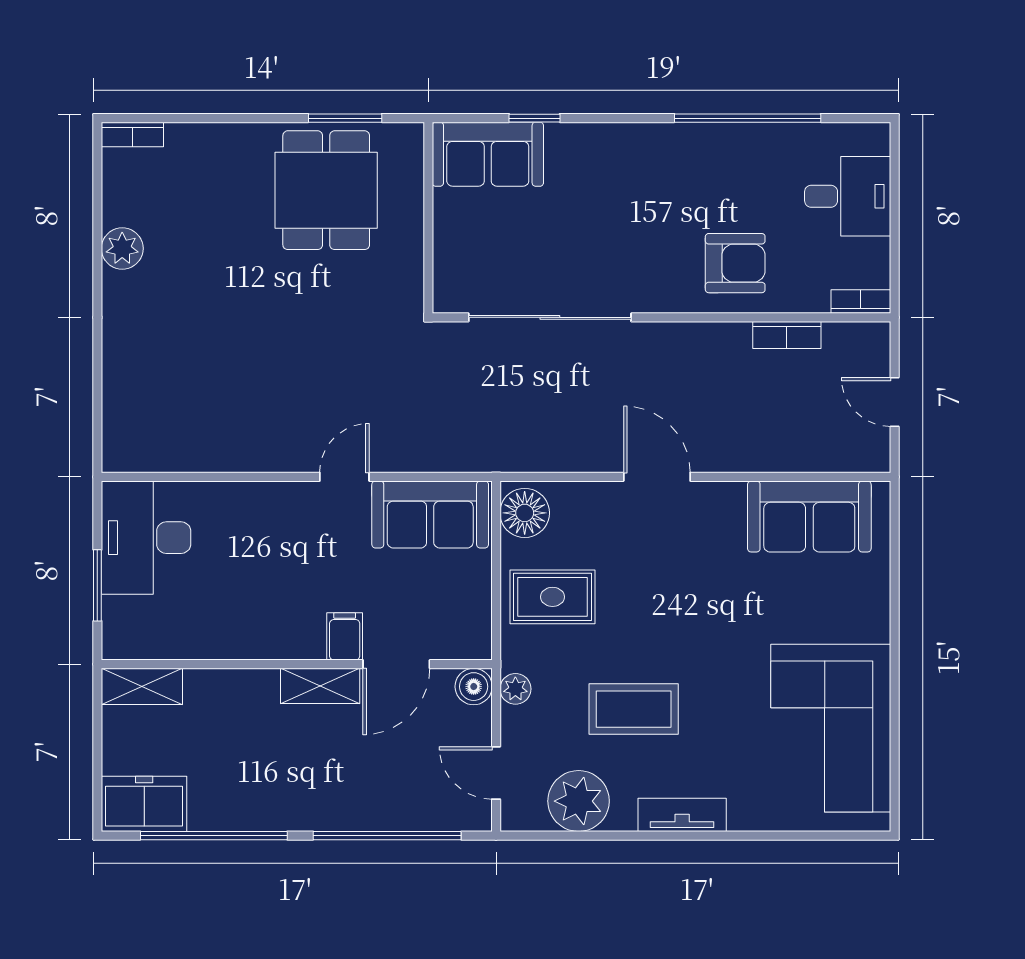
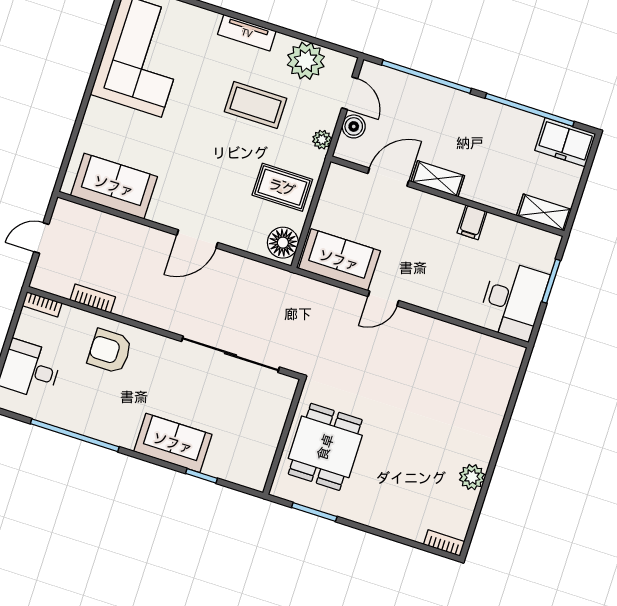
sofa: (488, 154) -> (173, 443), moved
dining table: (326, 190) -> (325, 447), moved
door: (895, 402) -> (41, 238), swing flipped
door: (657, 477) -> (197, 239), hinge flipped
filing cabinet: (345, 636) -> (472, 222), moved
boiler: (474, 687) -> (354, 126), moved

